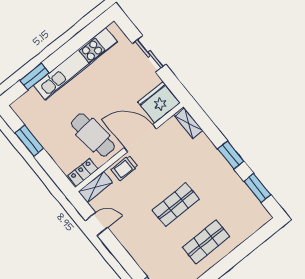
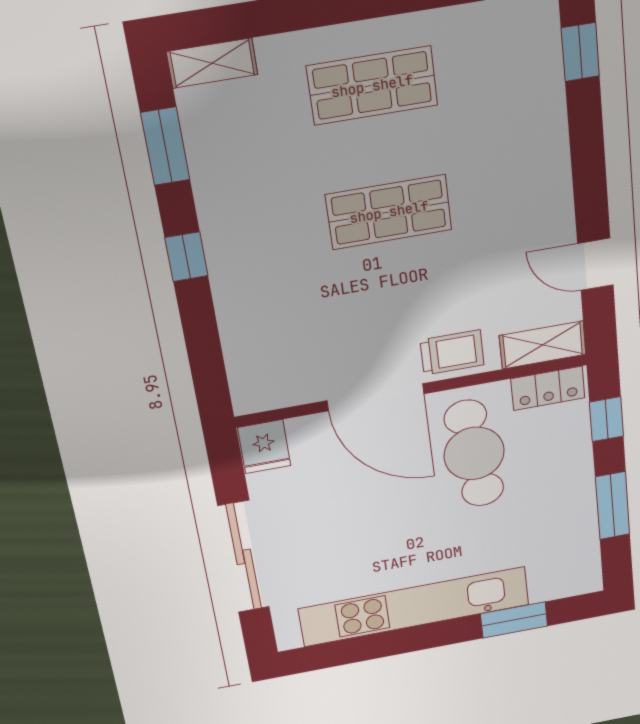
sliding door: (149, 54) -> (244, 557), width x1.37
fridge: (159, 103) -> (264, 447), width x0.53, depth x0.75
shelving: (189, 123) -> (212, 63), moved, turned 90
window: (231, 155) -> (186, 257), width x0.67
window: (54, 172) -> (606, 419), added

